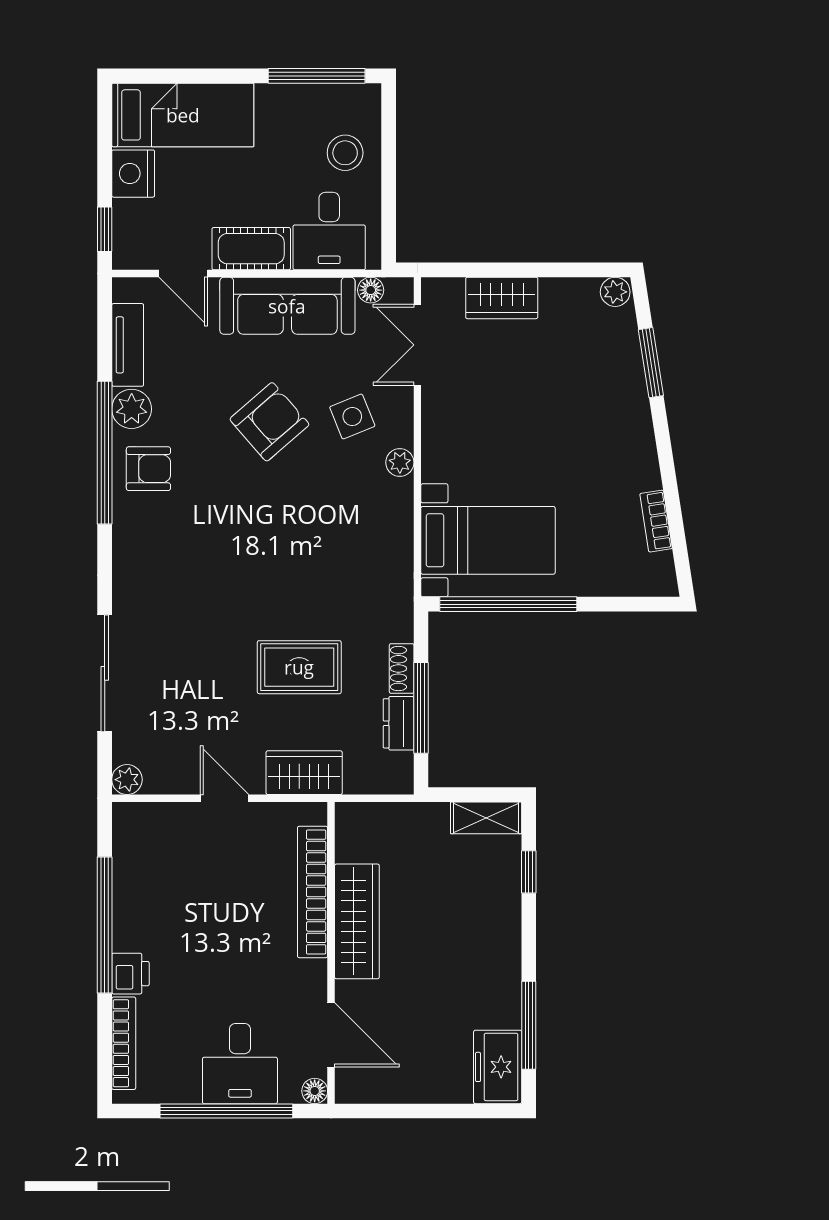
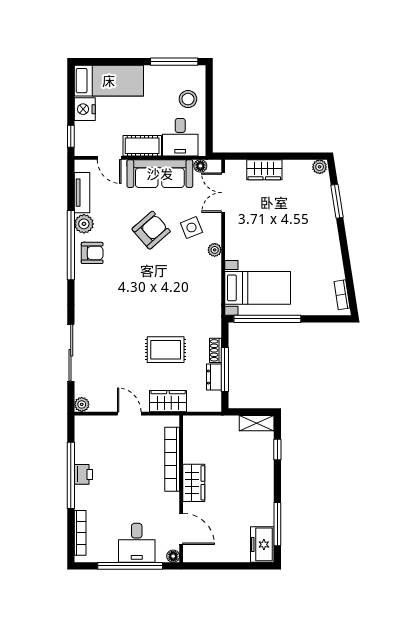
bookcase: (656, 521) -> (342, 295), moved
wardrobe: (357, 921) -> (194, 483), width x0.67
printer: (130, 974) -> (83, 474), moved

